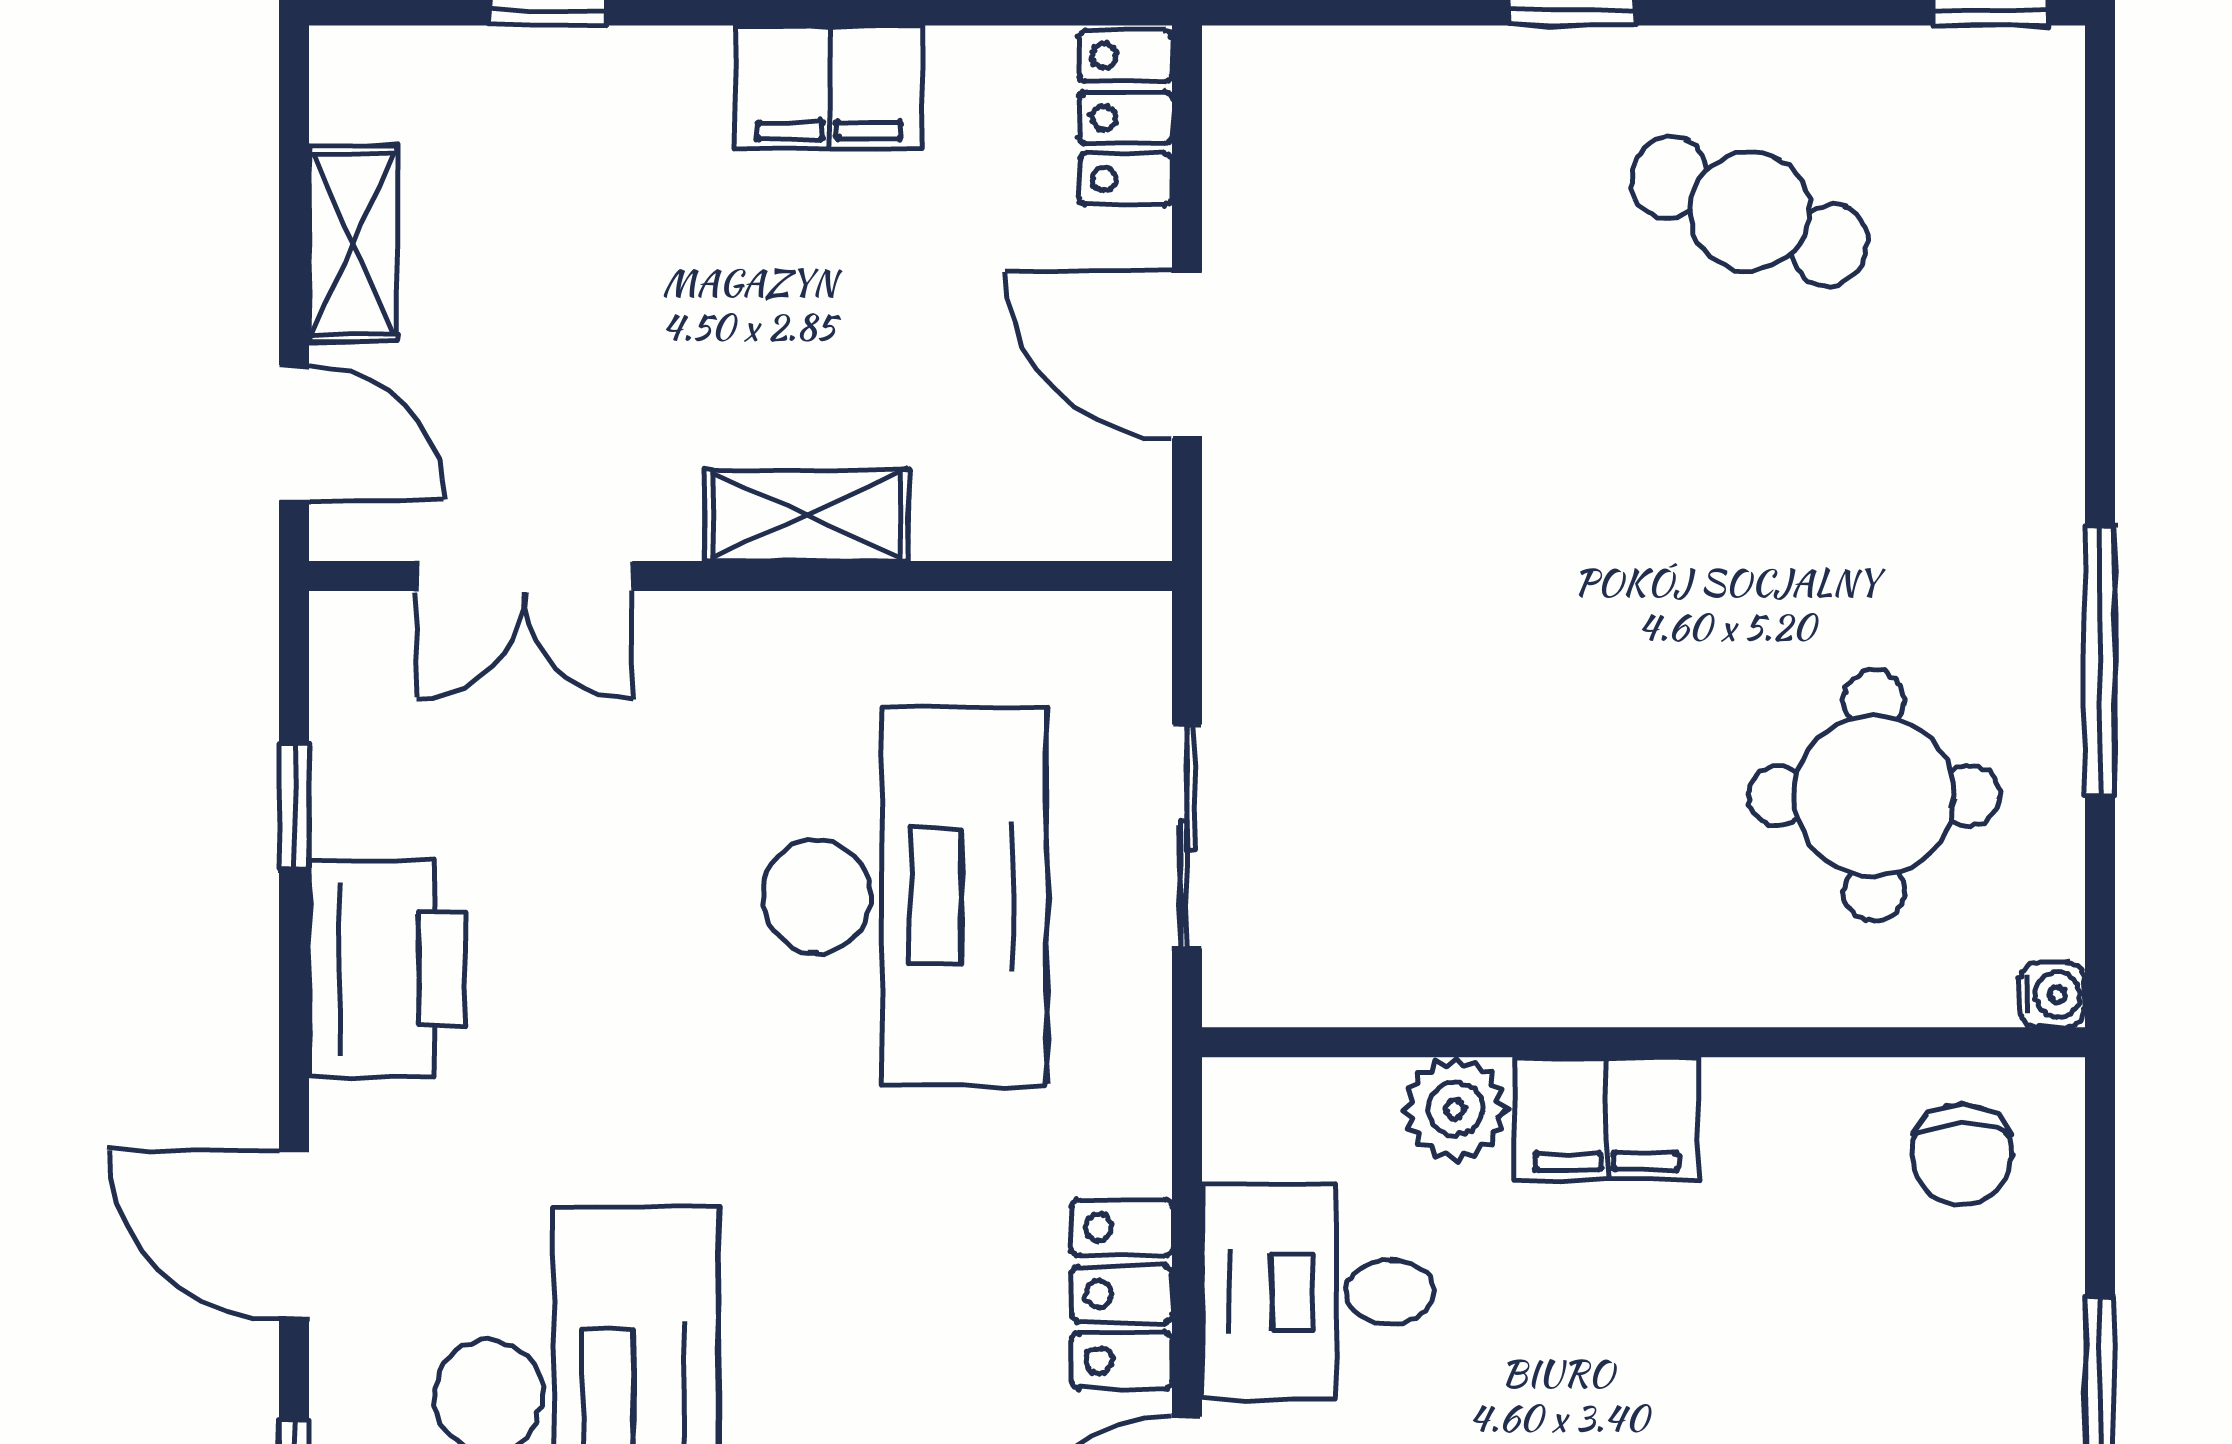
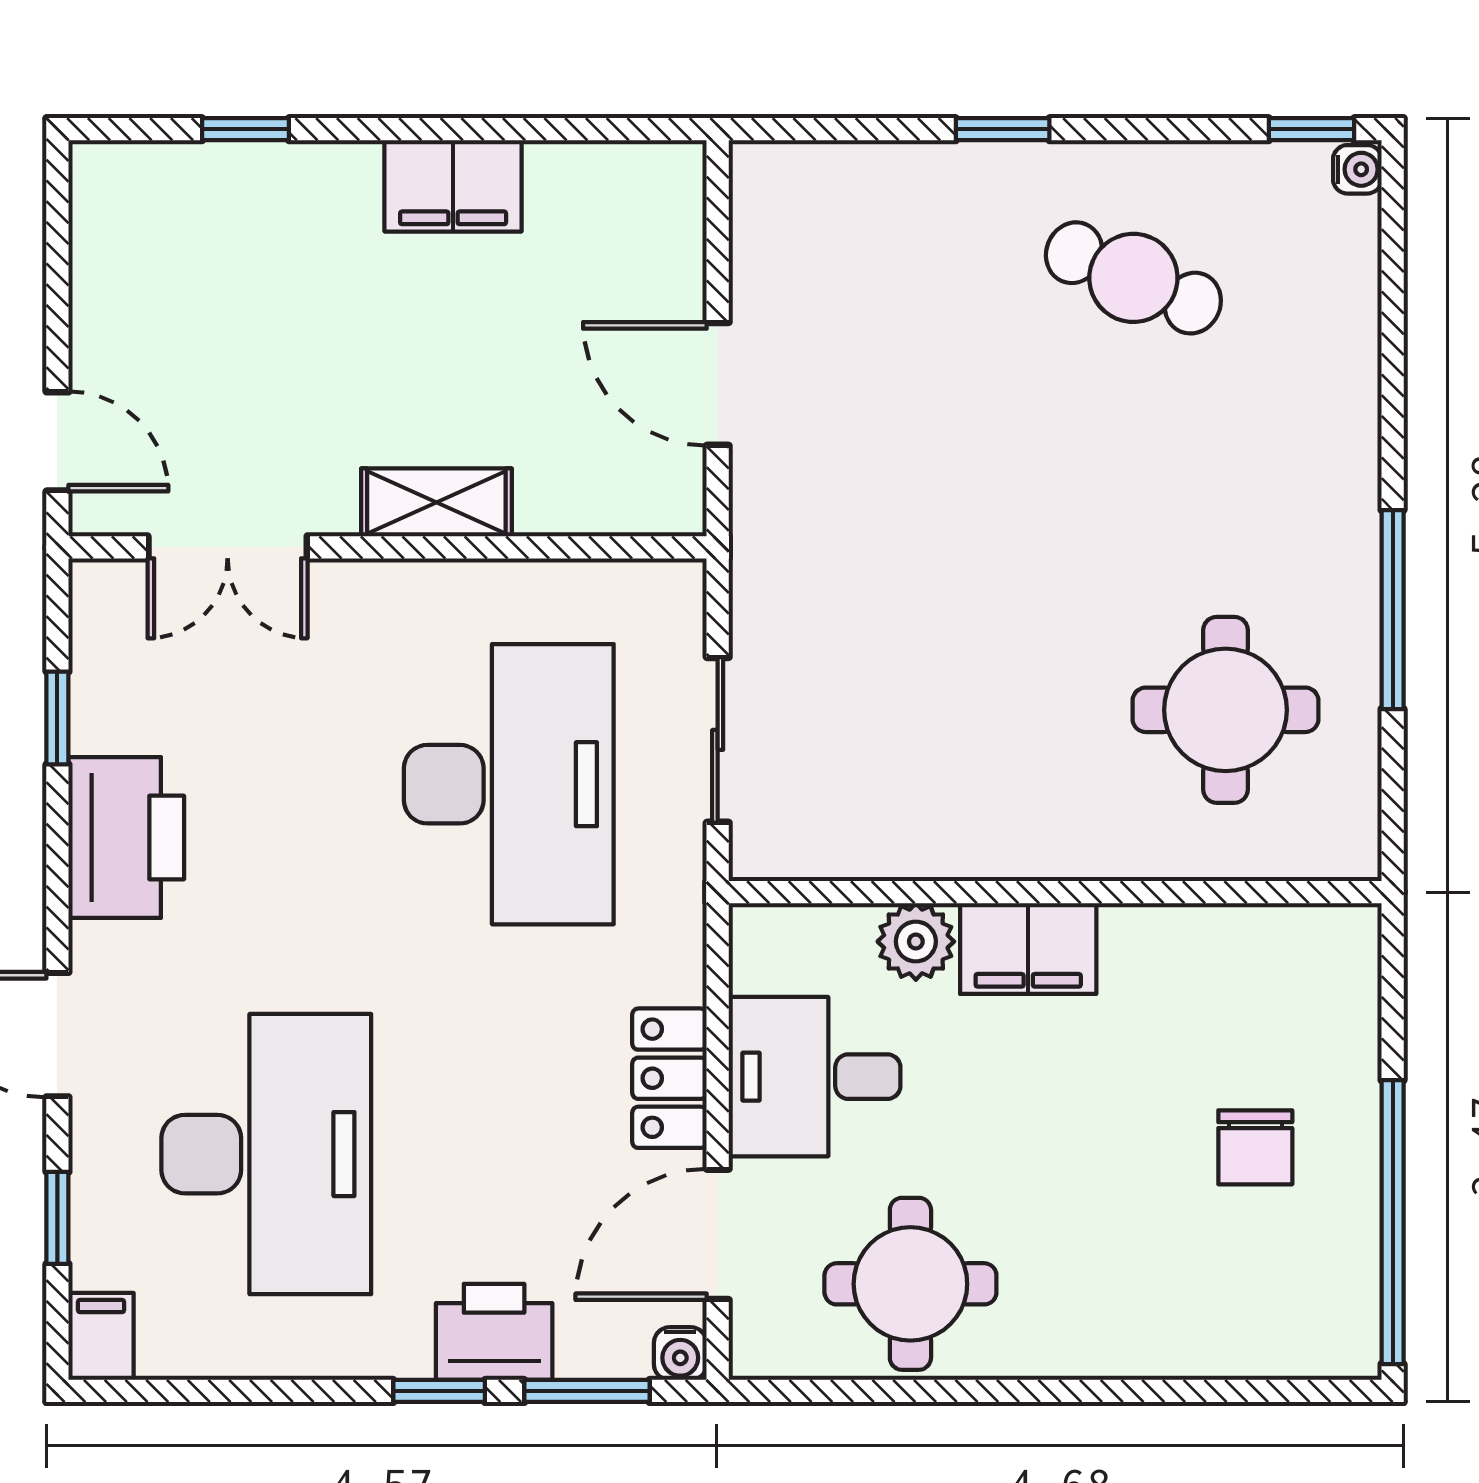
locker: (1126, 117) -> (672, 208), removed
shelving: (353, 244) -> (101, 302), removed
water cooler: (2052, 995) -> (1357, 169), moved
chair: (1962, 1155) -> (1255, 1147), moved

